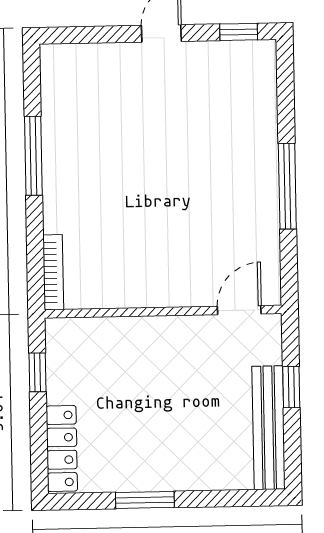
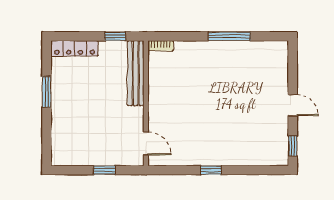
window: (287, 186) -> (211, 170), width x0.46
bookcase: (53, 272) -> (161, 46), width x0.64
bench: (269, 428) -> (136, 73), moved, turned 90

